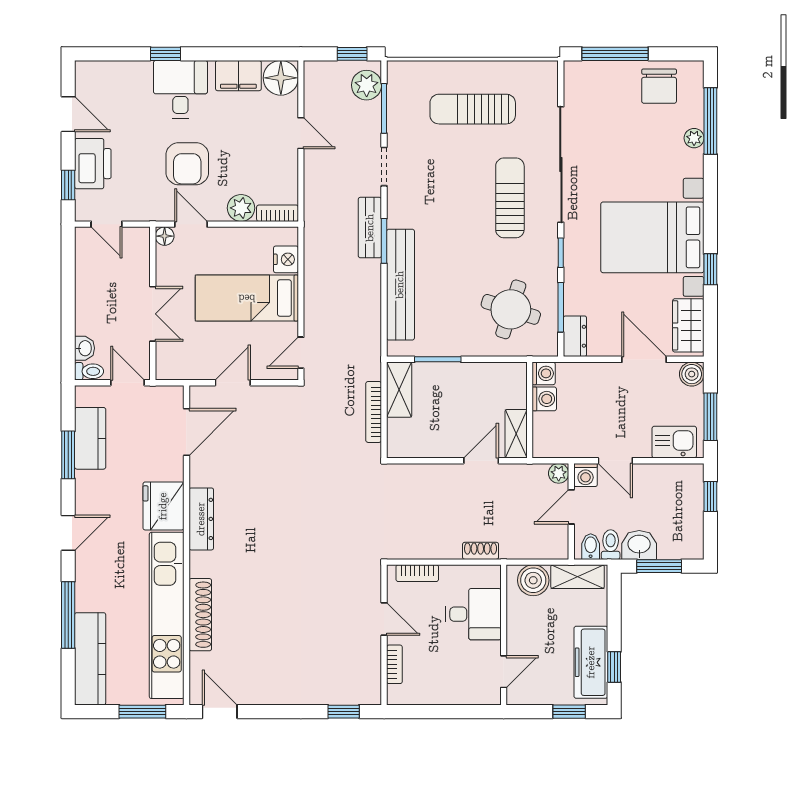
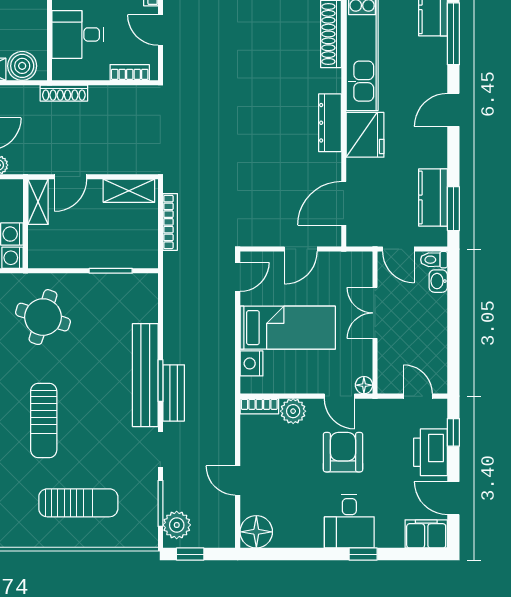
filing cabinet: (238, 76) -> (426, 534), moved
bench: (400, 285) -> (145, 375), moved
shelving: (399, 390) -> (129, 191), moved, turned 90
window: (68, 455) -> (453, 209), moved
shoe rack: (481, 551) -> (64, 93), width x1.43

